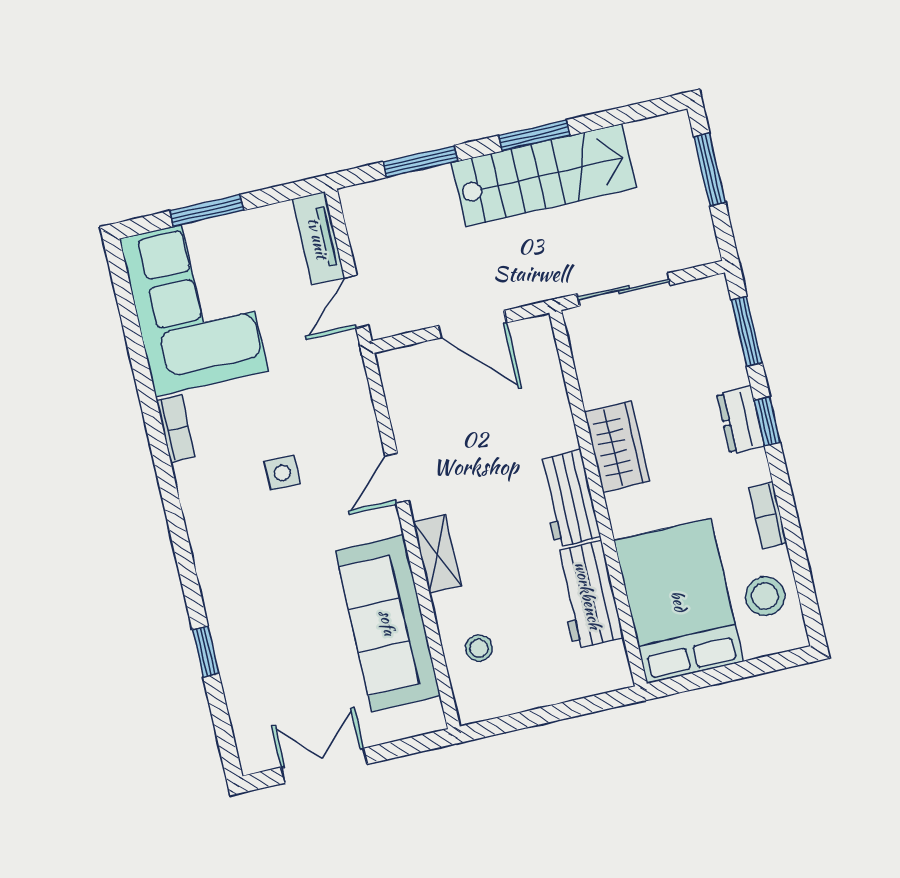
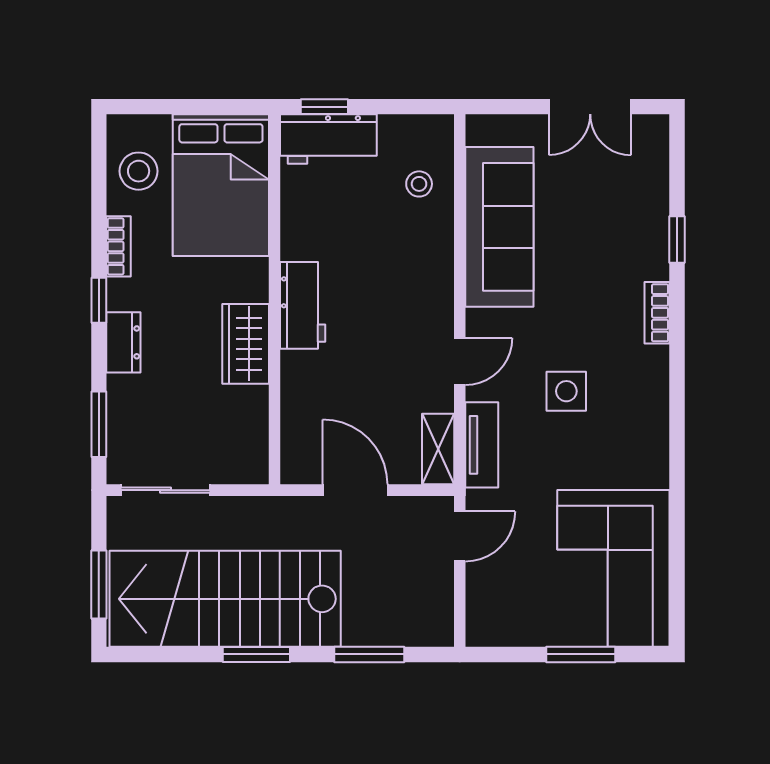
stairs: (544, 175) -> (225, 599), width x1.36, depth x1.51
tv unit: (318, 238) -> (482, 445), moved
sliding door: (624, 290) -> (165, 490), moved
window: (767, 421) -> (99, 300), moved
bookcase: (176, 428) -> (657, 313), moved
side table: (282, 473) -> (566, 391), width x1.37, depth x1.37
shelving: (437, 554) -> (438, 449), moved
workbench: (588, 595) -> (328, 139), moved, turned 90
window: (592, 704) -> (324, 107), added

